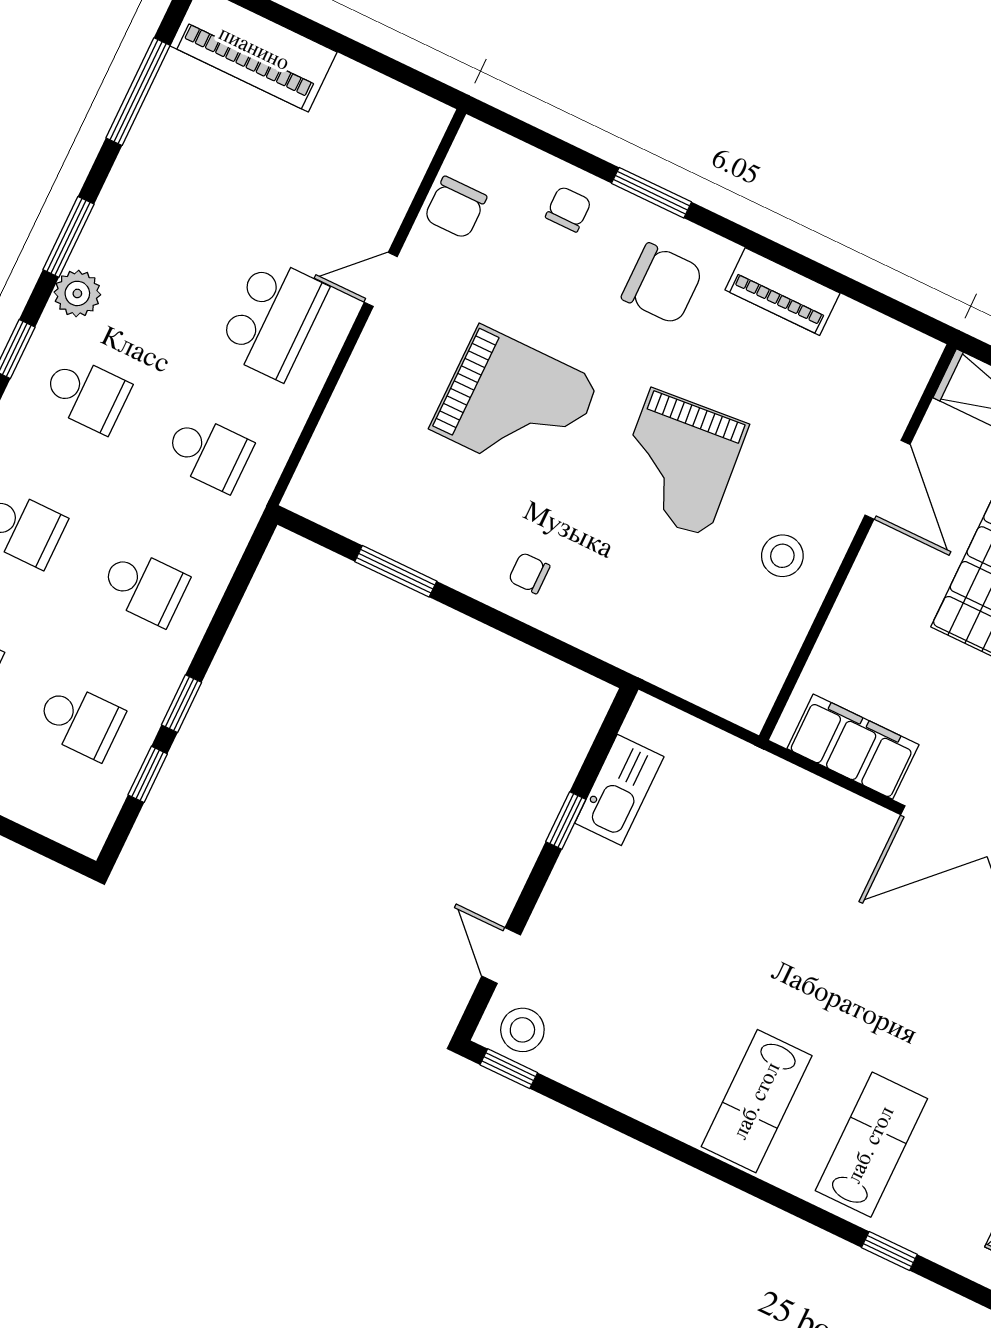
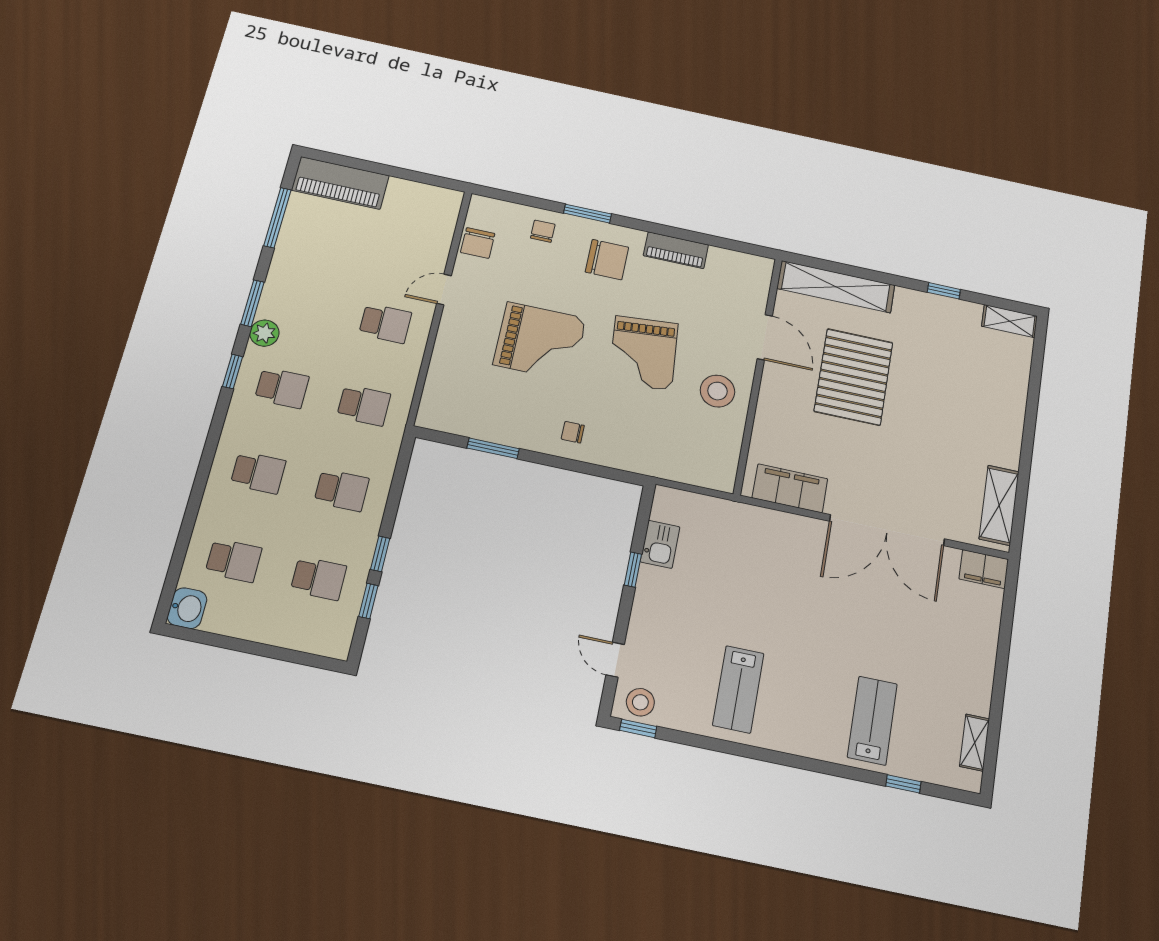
school desk: (273, 319) -> (385, 323), width x0.54
stool: (782, 556) -> (717, 391), width x1.38, depth x1.38
kitchen sink: (619, 790) -> (660, 544), width x0.73
lab bench: (757, 1101) -> (738, 689), moved

